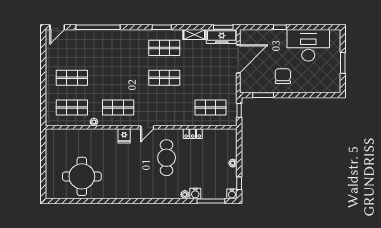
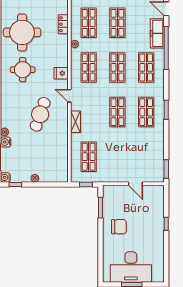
shelving: (194, 34) -> (76, 122), moved
freezer: (222, 37) -> (157, 33), moved
desk: (308, 45) -> (131, 267), moved, turned 90
shop shelf: (118, 48) -> (146, 67), added
door: (238, 59) -> (135, 184), width x0.53
shop shelf: (118, 78) -> (117, 67), added
locker: (193, 134) -> (63, 24), moved
cafe table: (167, 158) -> (40, 114), turned -71
round table: (120, 176) -> (23, 70), added

